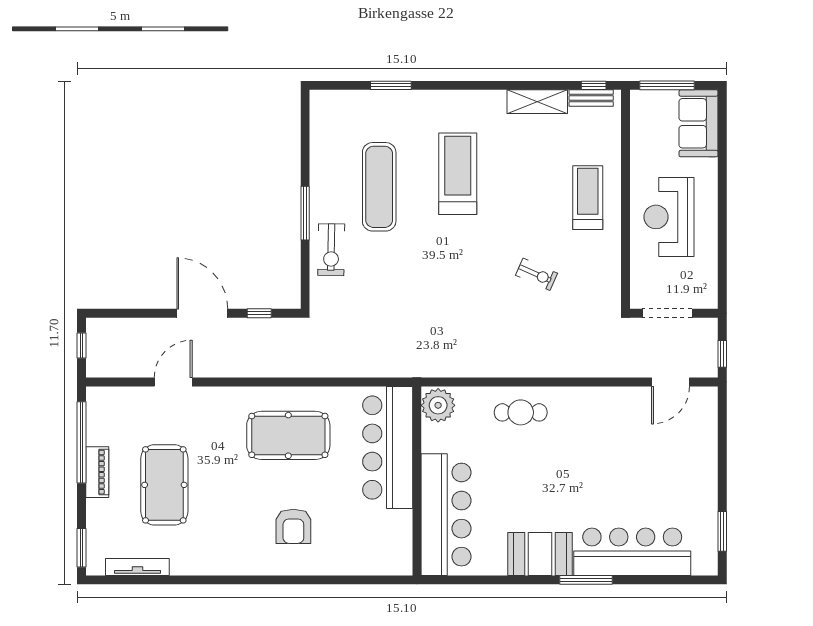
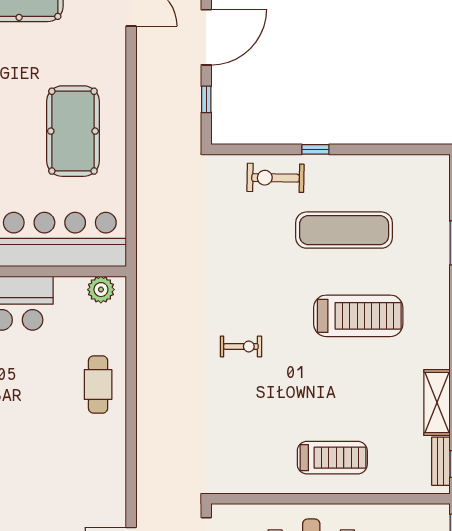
window: (305, 213) -> (315, 149), width x0.46
exercise bike: (537, 274) -> (241, 346), moved, turned -114
plant: (438, 405) -> (101, 290), width x0.73, depth x0.73

